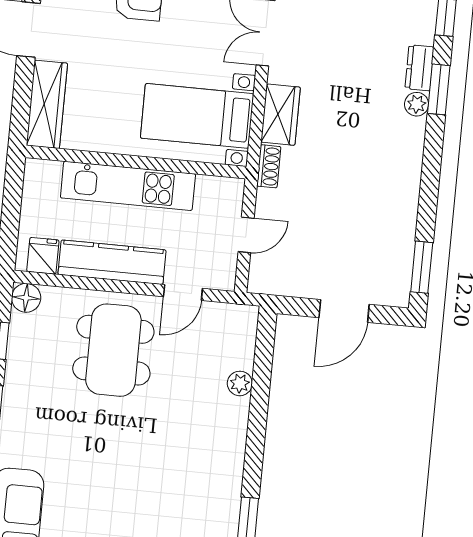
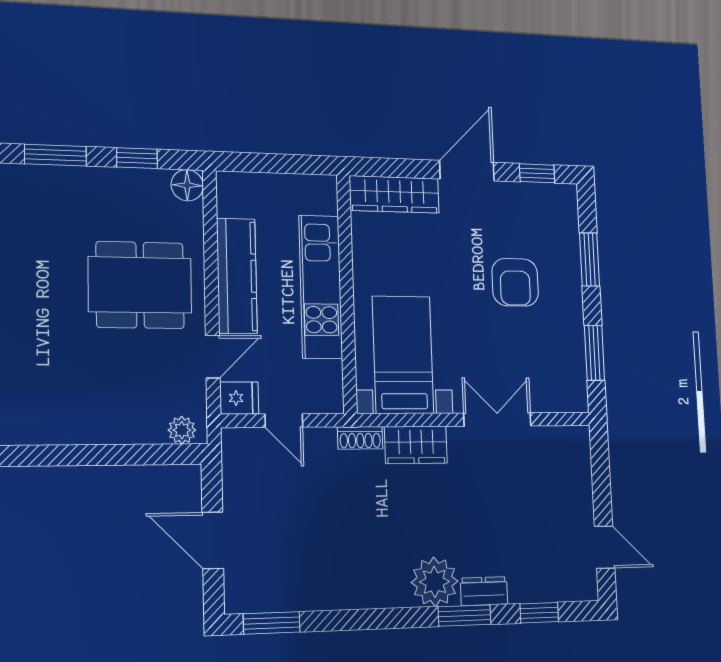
plant: (417, 104) -> (435, 582), width x1.88, depth x1.88
fridge: (43, 256) -> (239, 398), moved
door: (183, 293) -> (213, 357), swing flipped
plant: (240, 383) -> (182, 430), moved

